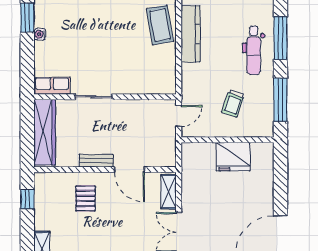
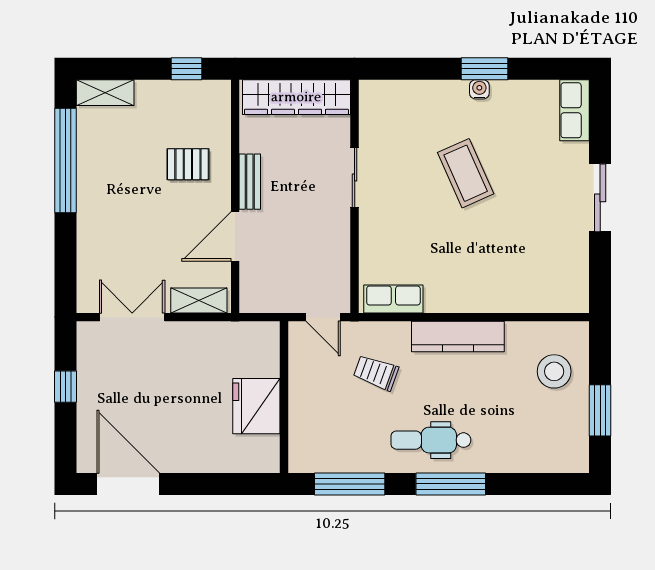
coffee table: (160, 25) -> (466, 173), moved, turned 76
water cooler: (40, 34) -> (479, 89), moved
row of seats: (52, 86) -> (393, 299), moved, turned -90
trolley: (233, 103) -> (376, 373), moved

